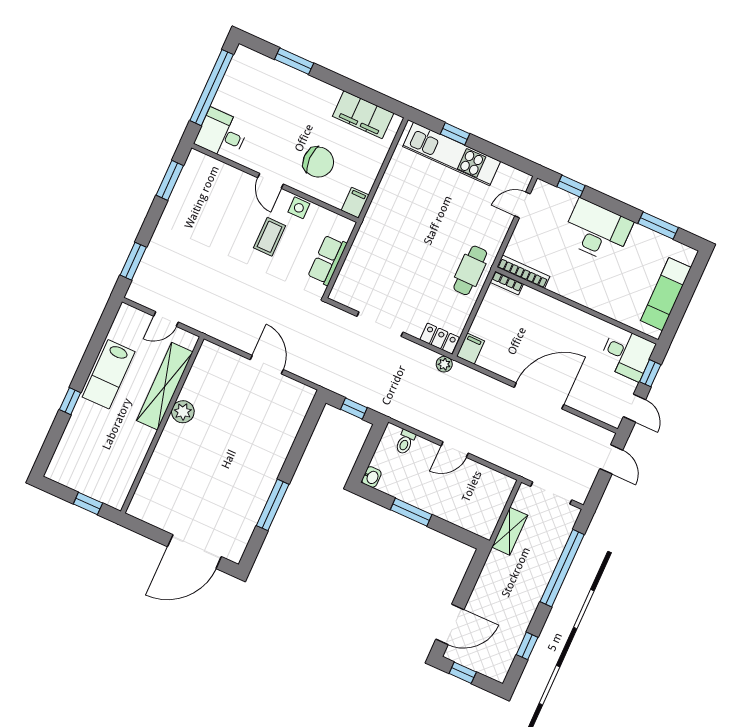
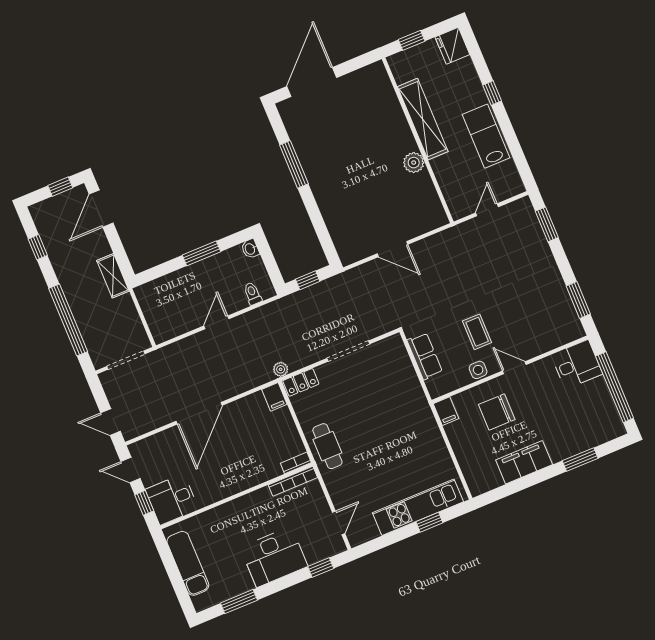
filing cabinet: (363, 115) -> (524, 462), moved
shelving: (165, 386) -> (423, 119), moved
fridge: (62, 467) -> (452, 46), added
shelving: (510, 531) -> (113, 276), moved

